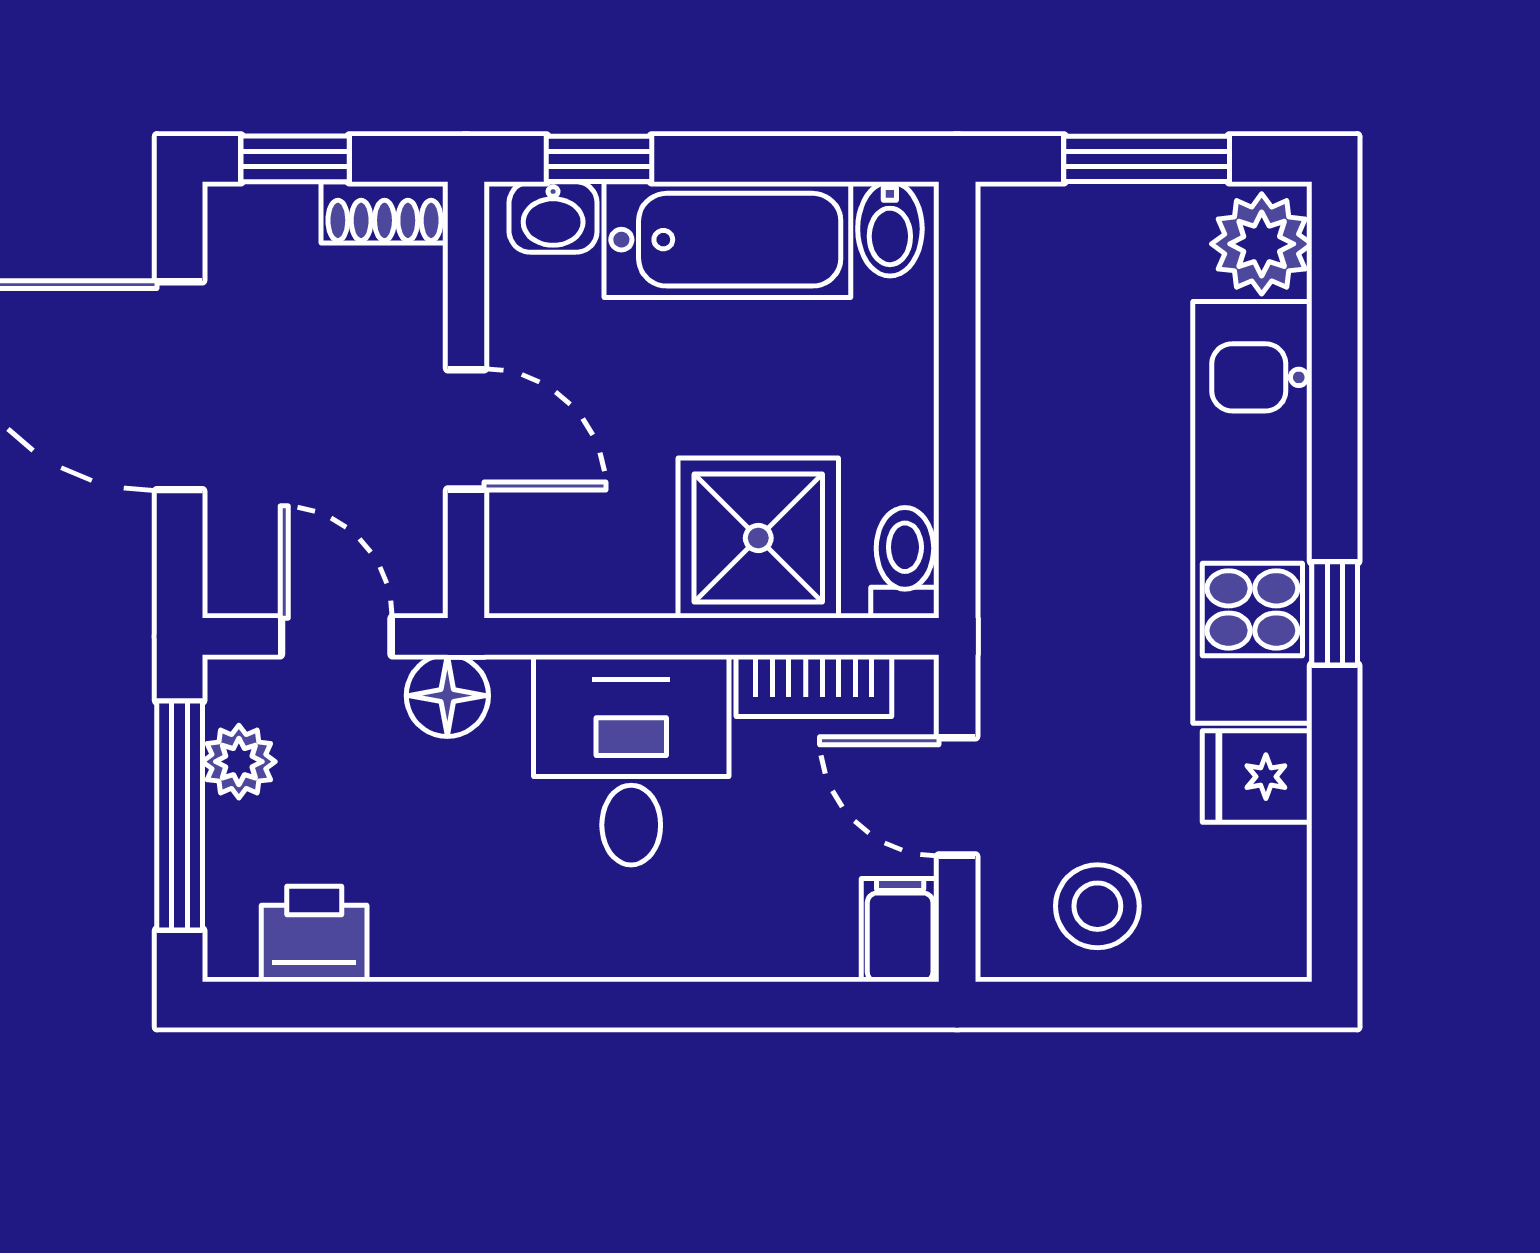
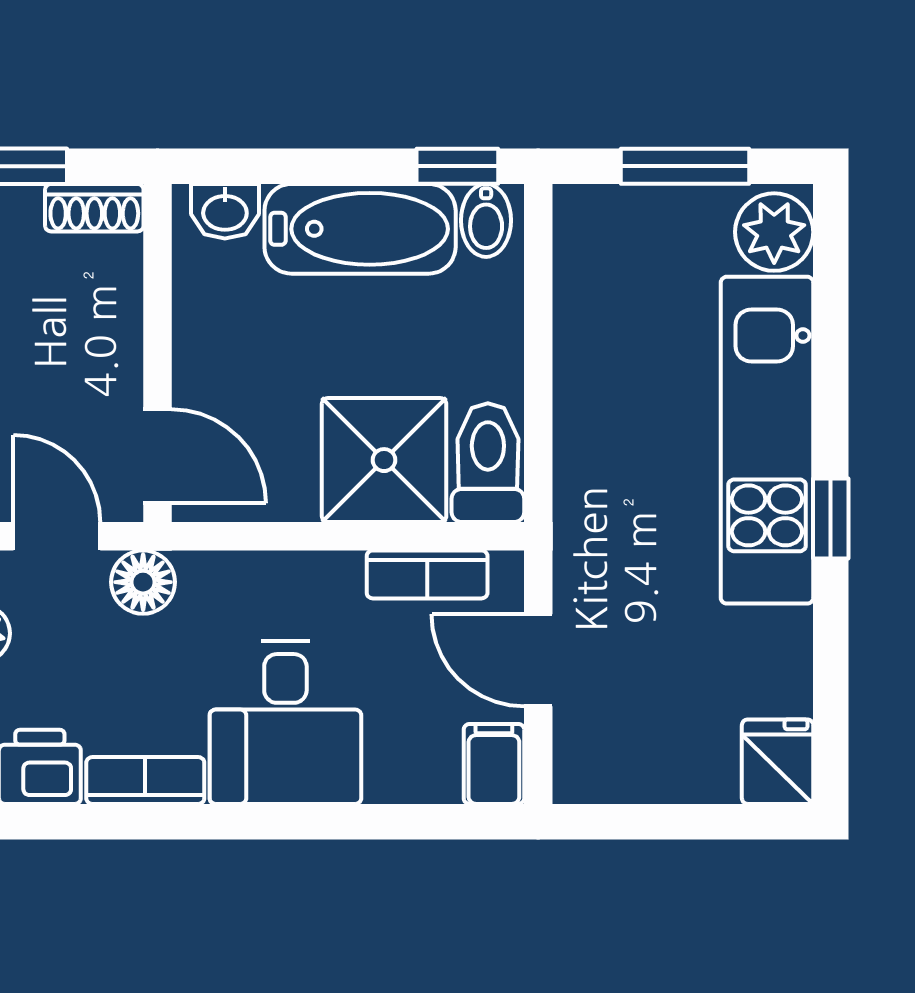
window: (599, 159) -> (457, 166), moved
door: (466, 429) -> (158, 456), moved
toilet: (905, 563) -> (488, 463), width x1.37, depth x1.39
desk: (631, 760) -> (285, 722), moved, turned 180
fridge: (1257, 777) -> (778, 762), moved, turned 90
stool: (1097, 906) -> (647, 745), removed
bookcase: (450, 952) -> (145, 781), added

